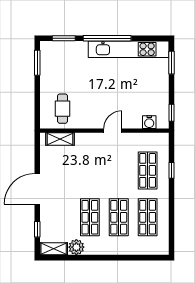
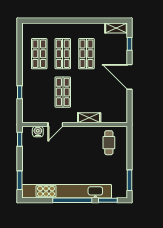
kitchen unit: (129, 49) -> (67, 191), width x1.36
door: (113, 131) -> (55, 125), moved
shelving: (60, 139) -> (89, 118), moved
shop shelf: (148, 170) -> (63, 92), moved
door: (37, 189) -> (130, 77), swing flipped
plant: (76, 247) -> (97, 29), removed

